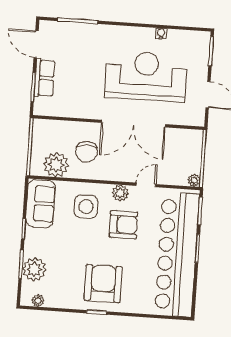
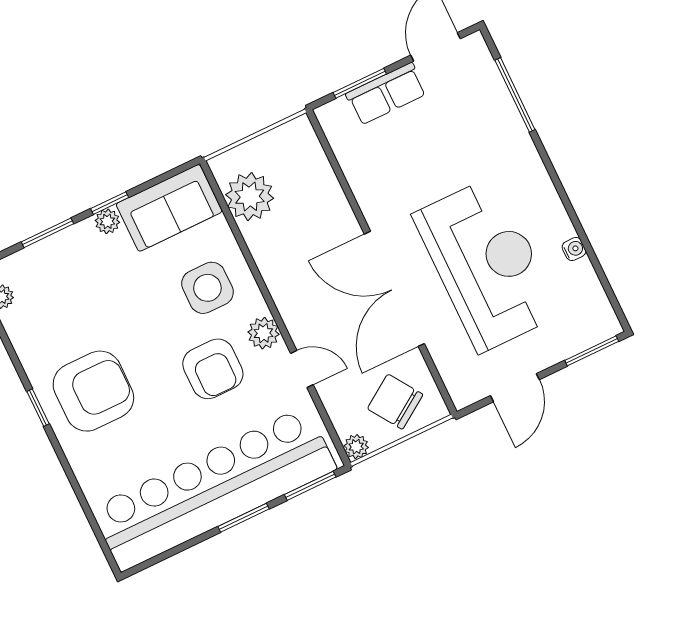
chair: (86, 152) -> (395, 402), moved, turned 56
plant: (34, 269) -> (107, 221), moved, width x0.53, depth x0.53

